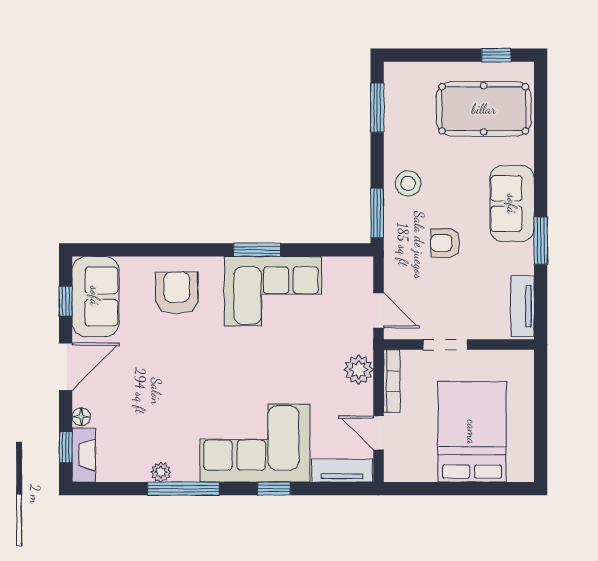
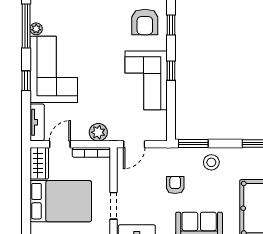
window: (182, 250) -> (171, 25), added
window: (257, 250) -> (171, 71), width x0.67
armchair: (177, 293) -> (145, 22), turned 90
doorway: (445, 345) -> (114, 206), moved
wardrobe: (410, 467) -> (39, 163), added
plant: (161, 472) -> (36, 29), moved

